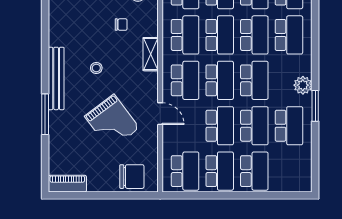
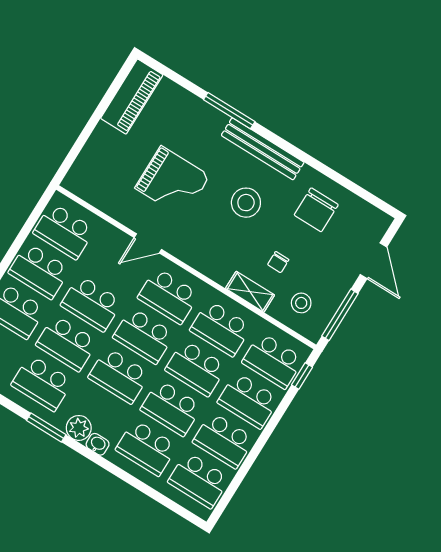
shelving: (151, 54) -> (250, 292), moved
washbasin: (306, 67) -> (98, 444), added
stool: (96, 68) -> (246, 203), width x1.89, depth x1.89
grand piano: (112, 122) -> (172, 182), turned -143
chair: (132, 177) -> (316, 210), moved
piano: (67, 184) -> (132, 97), width x1.37, depth x1.33

